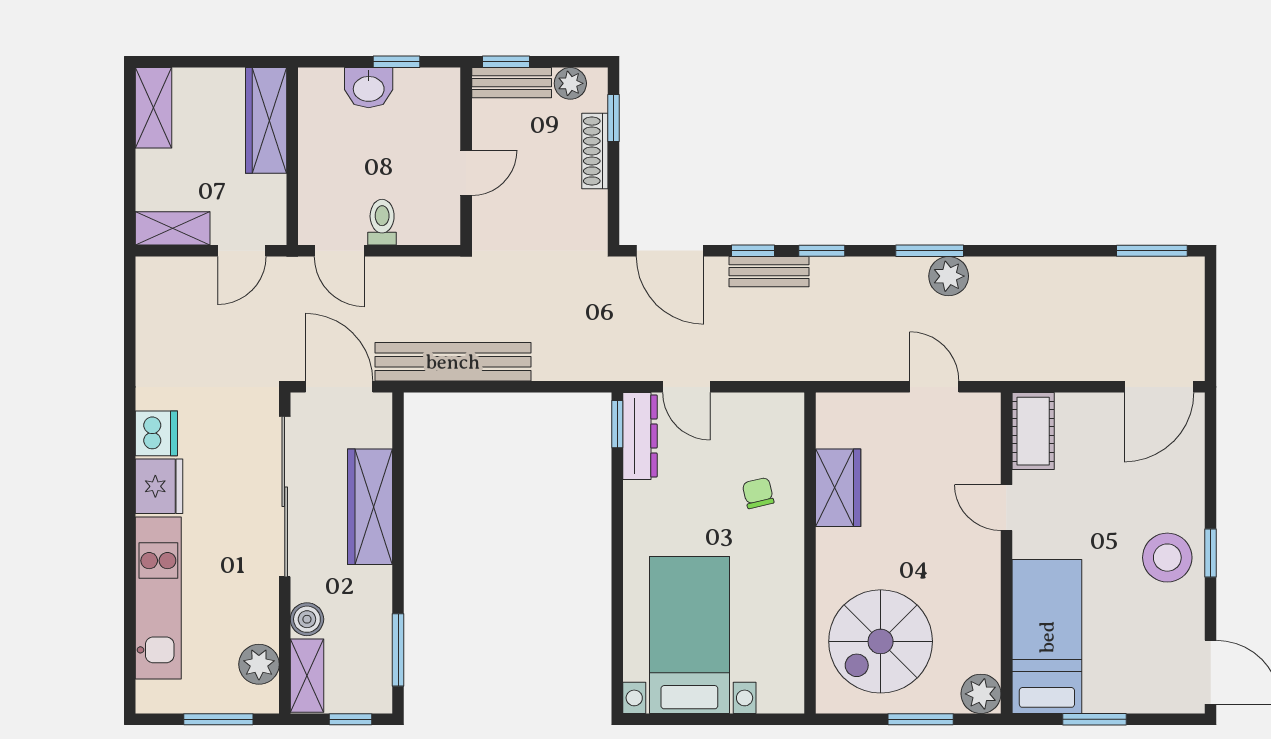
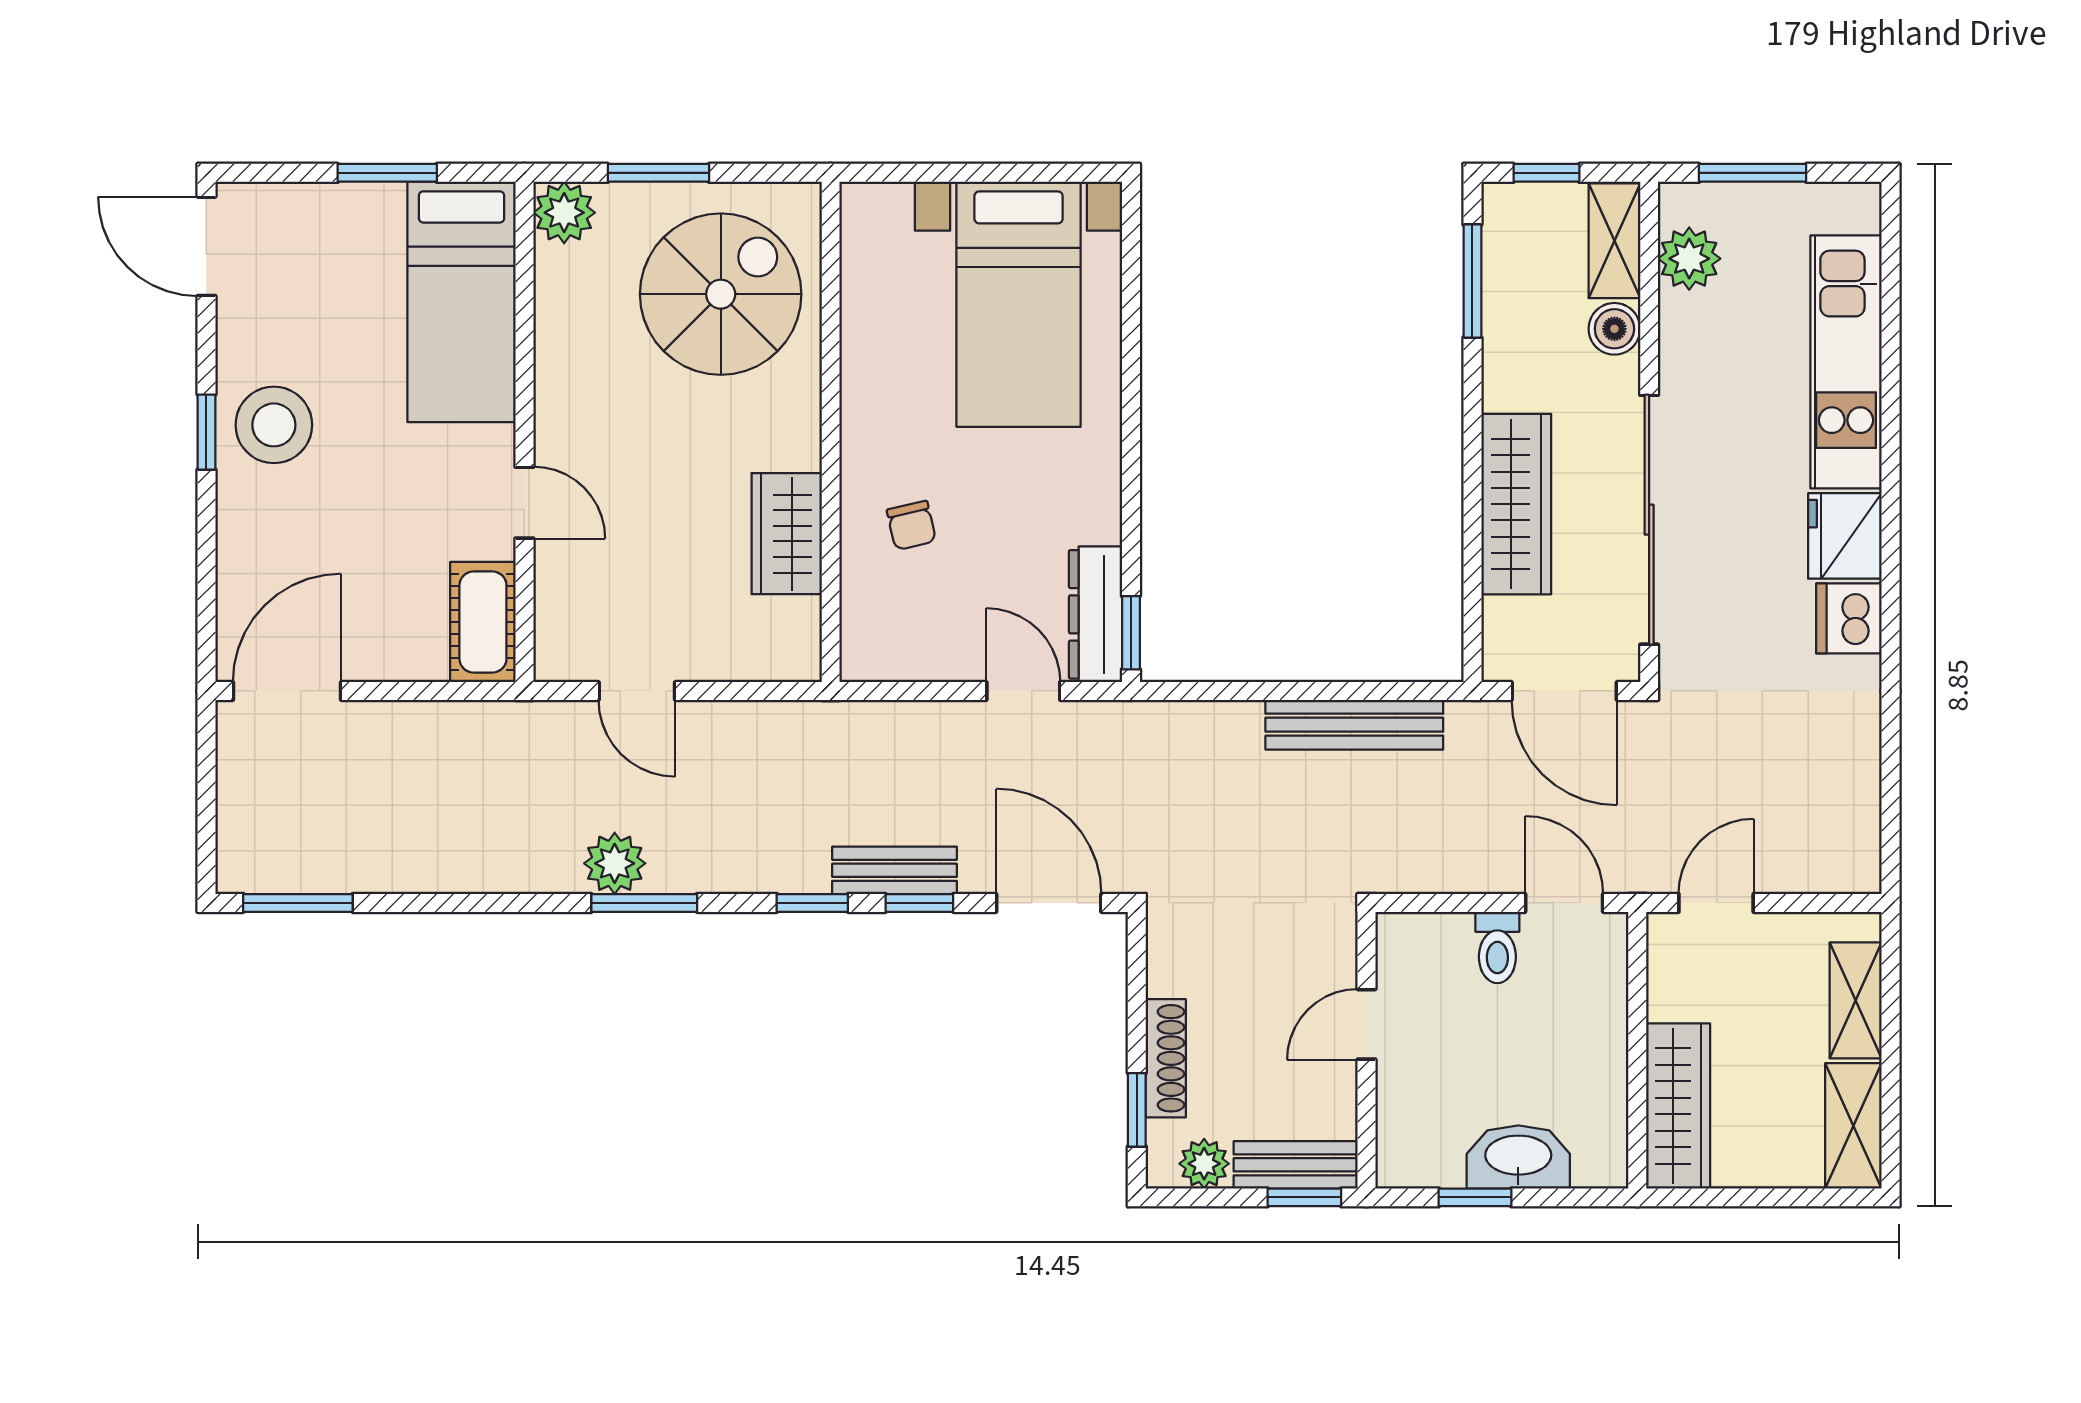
washbasin: (369, 88) -> (1518, 1157), width x1.38
shelving: (173, 228) -> (1856, 1000), moved, turned 90
bench: (453, 362) -> (1354, 725), width x0.73, depth x0.82

